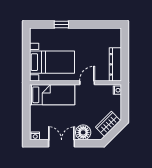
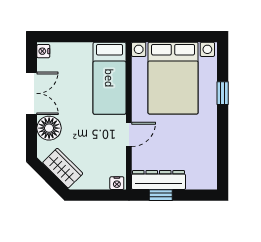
bed with nightstands: (52, 62) -> (173, 78), width x1.36
window: (125, 63) -> (161, 195), added
door: (87, 83) -> (129, 134), hinge flipped

